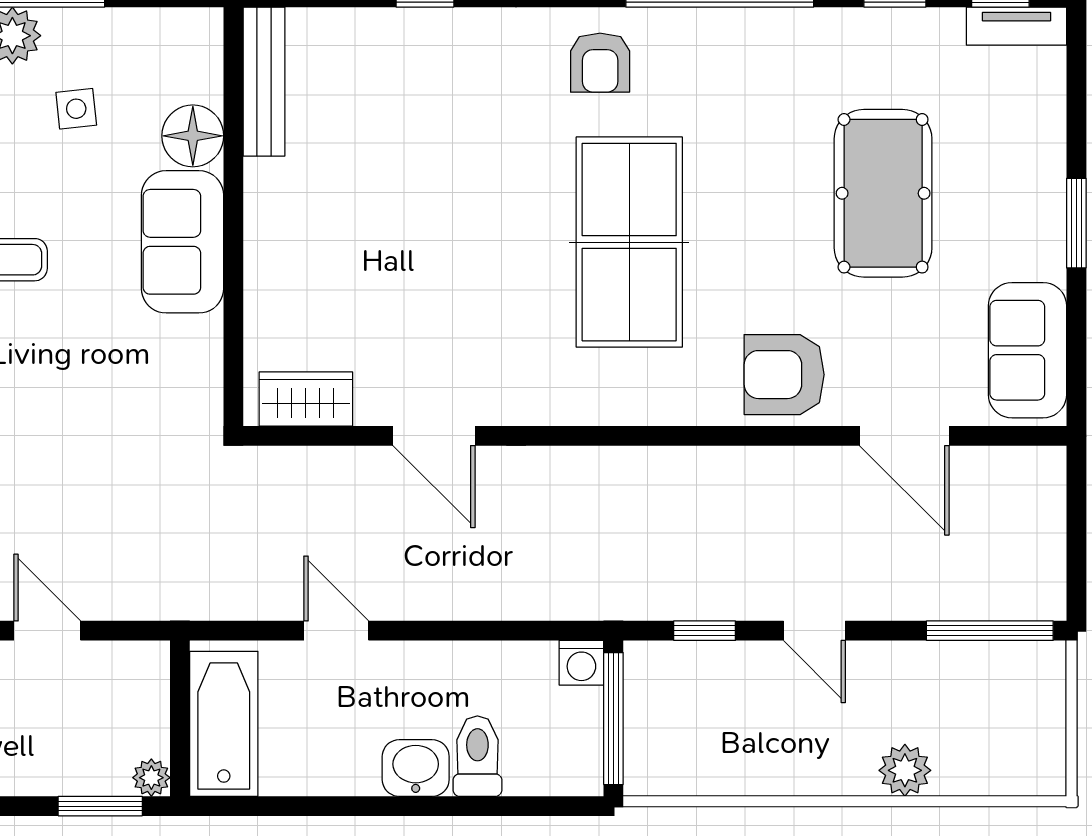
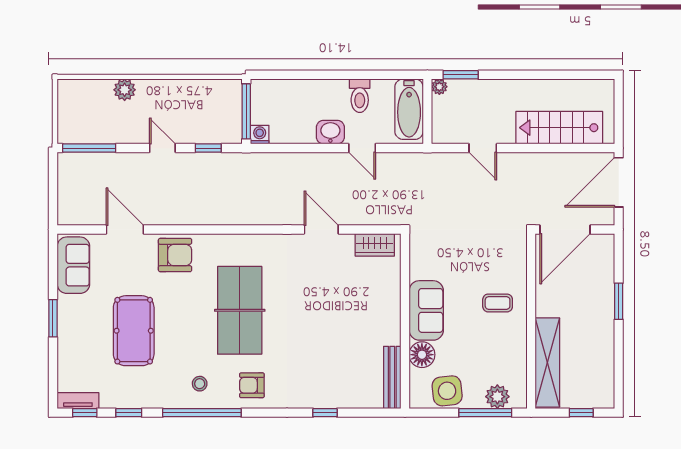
armchair: (600, 63) -> (252, 385), turned -90
stool: (725, 67) -> (200, 384), added
side table: (76, 109) -> (447, 391), moved, width x1.87, depth x1.87
toilet: (477, 756) -> (360, 96), moved
washbasin: (416, 768) -> (330, 132), moved, turned 180

